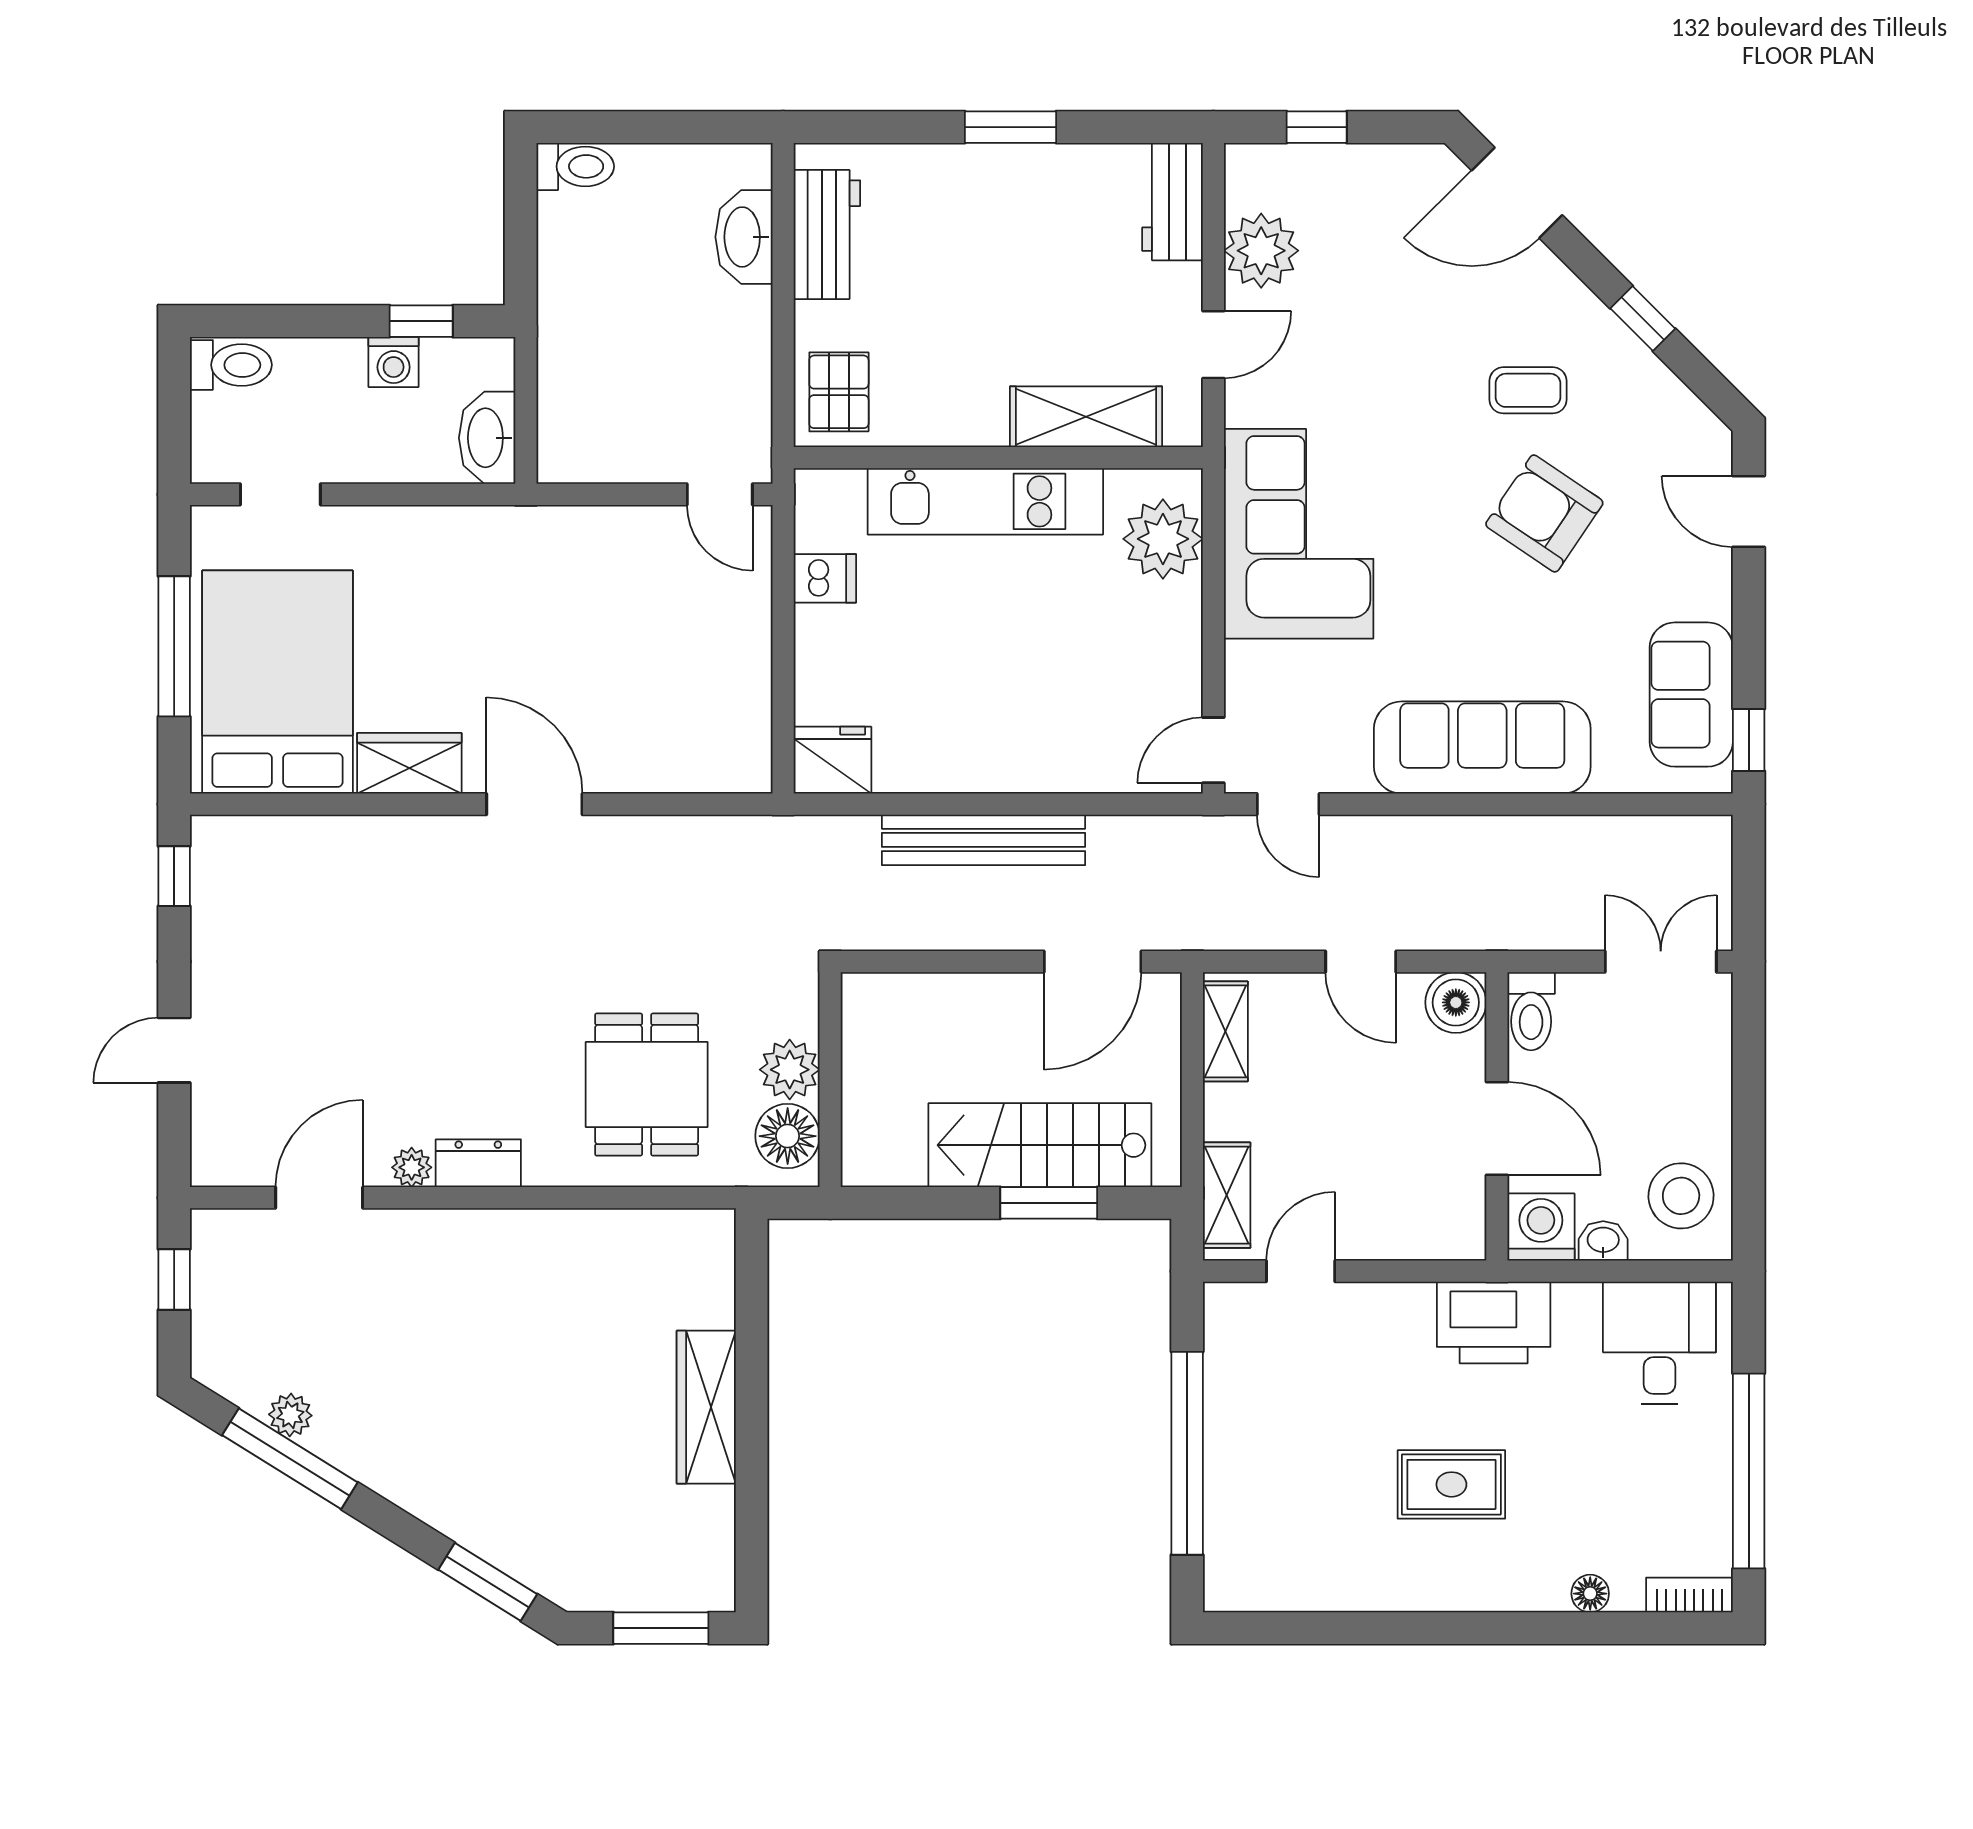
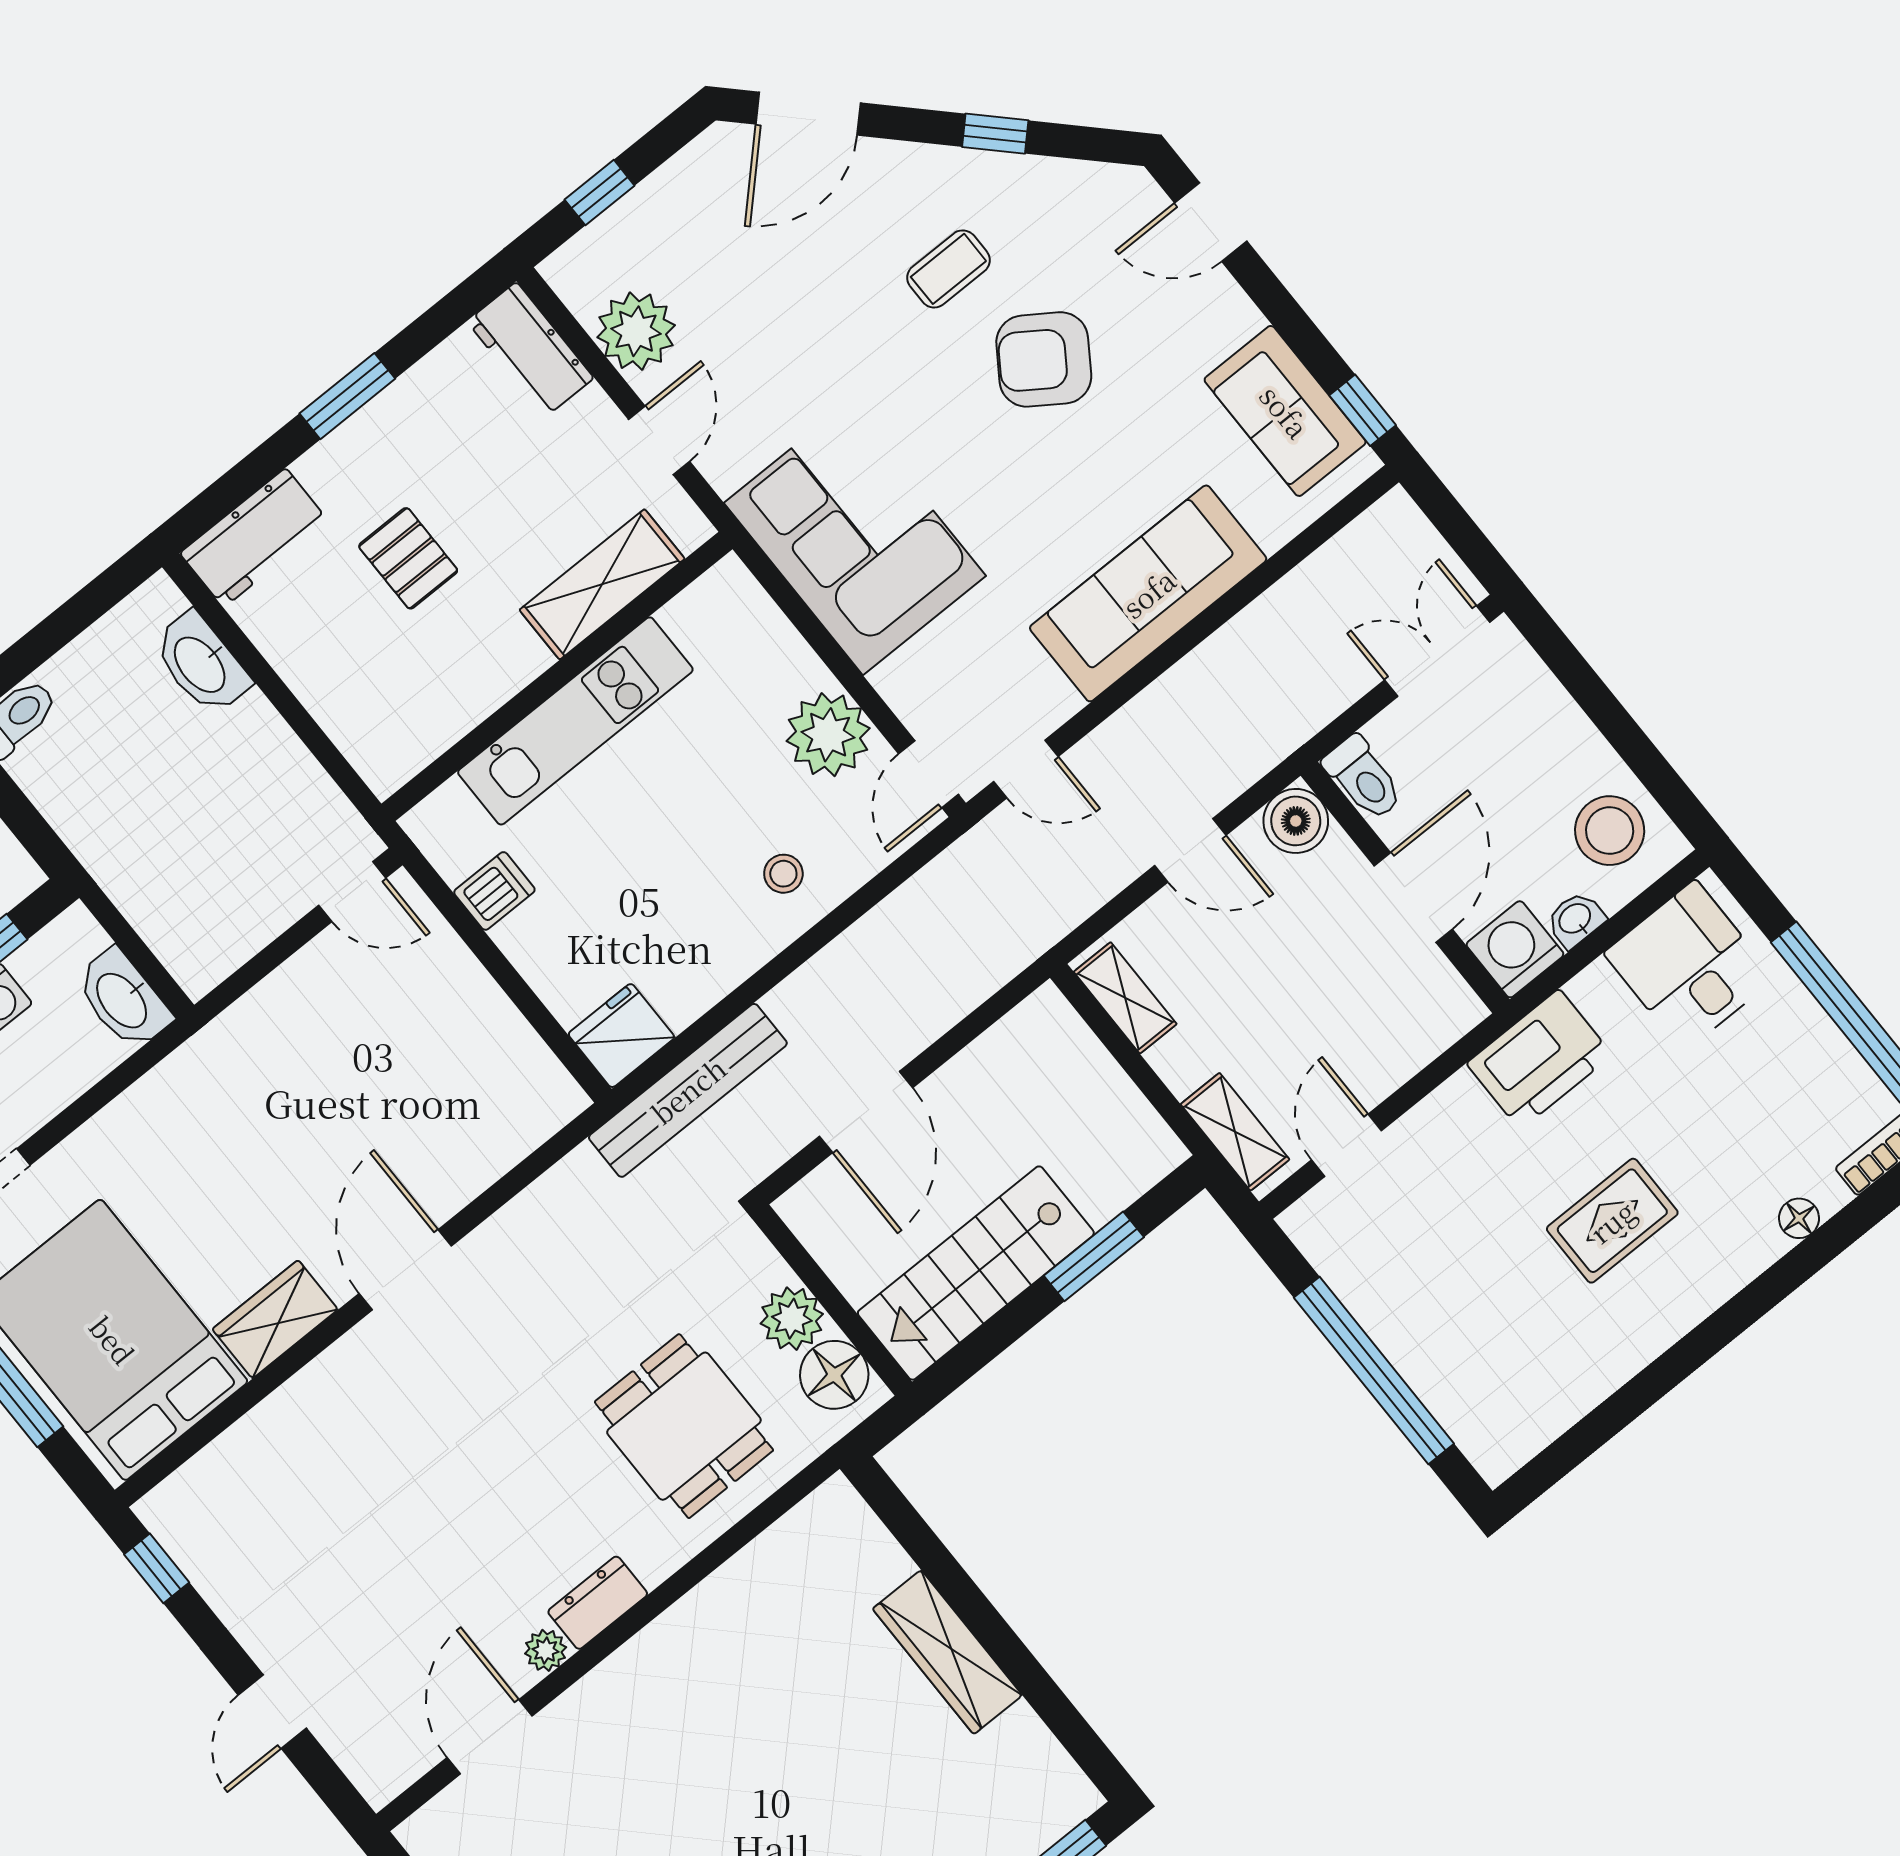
workbench: (827, 235) -> (255, 538), moved, turned 90
pallet: (839, 392) -> (408, 558), moved
plant: (1163, 539) -> (828, 735), moved
stool: (1048, 737) -> (783, 874), added
door: (534, 804) -> (405, 1270), hinge flipped
bench: (984, 840) -> (688, 1090), moved
door: (1093, 962) -> (866, 1112), moved
door: (1497, 1129) -> (1413, 897), hinge flipped
stairs: (1040, 1145) -> (976, 1273), moved

